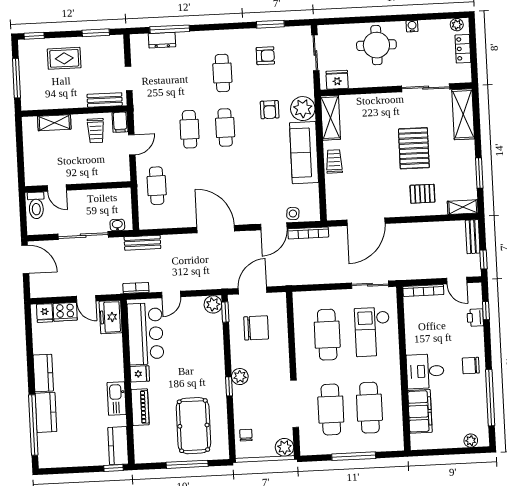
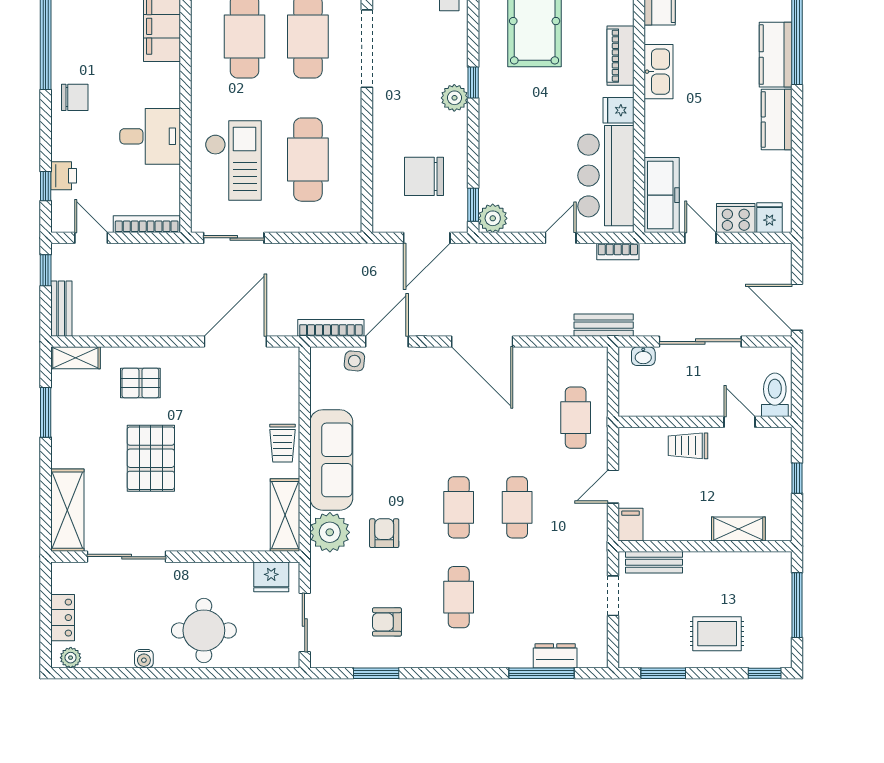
trolley: (96, 131) -> (688, 446), moved, turned -90
window: (20, 155) -> (797, 478), added
freezer: (111, 317) -> (662, 195), width x1.40
desk: (425, 371) -> (150, 136), moved

